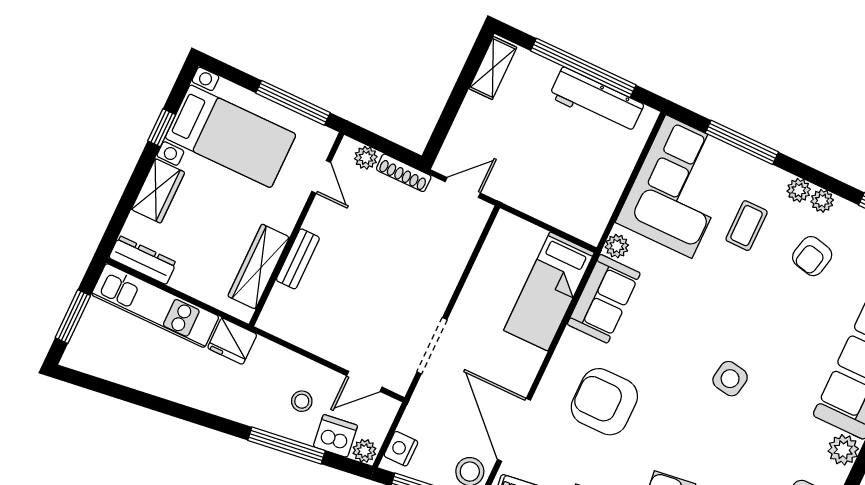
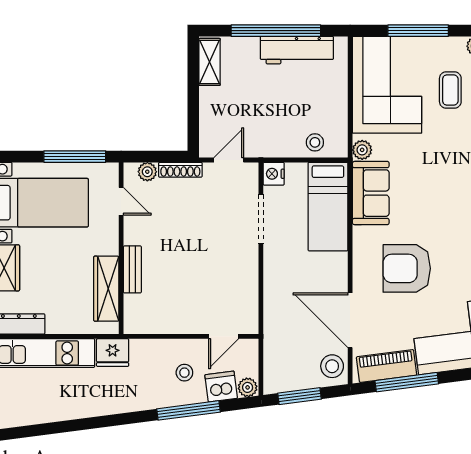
stool: (568, 213) -> (315, 142), added
doorway: (432, 346) -> (261, 219), moved
nightstand: (401, 449) -> (274, 174), moved

